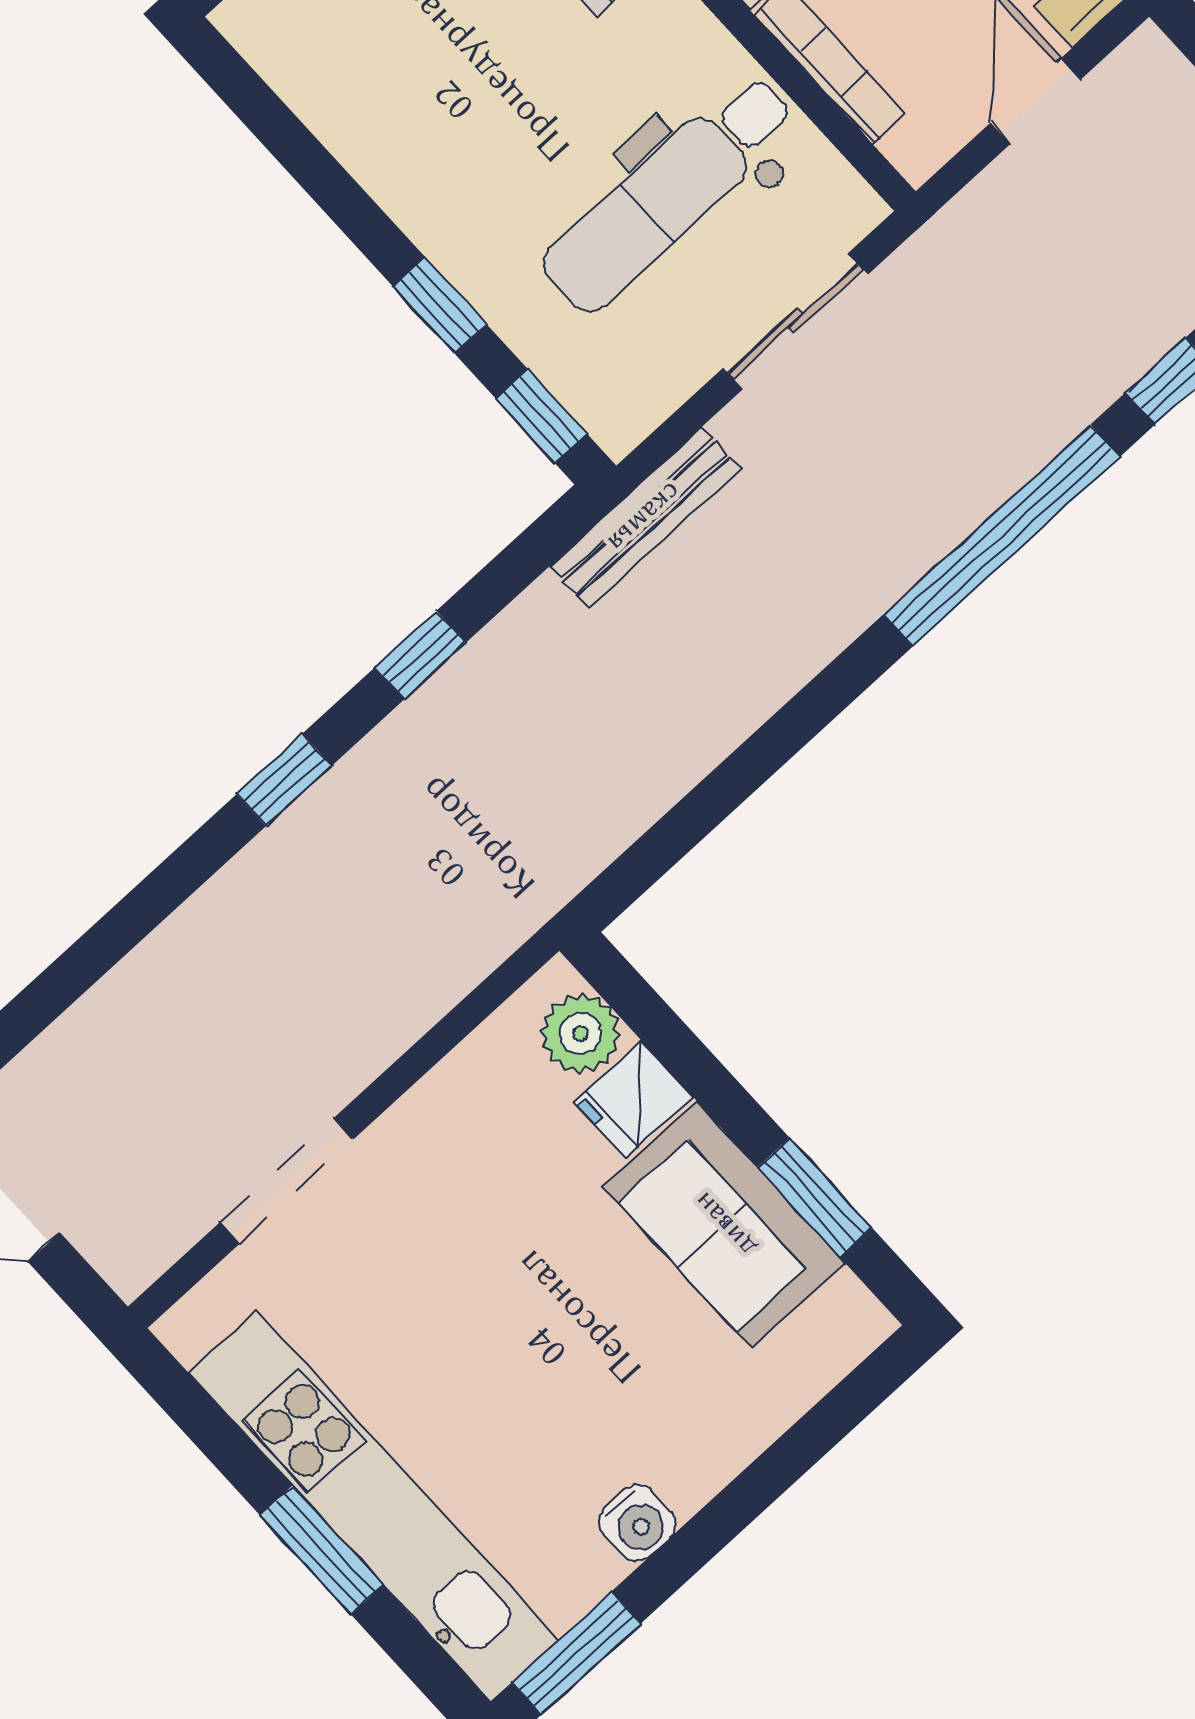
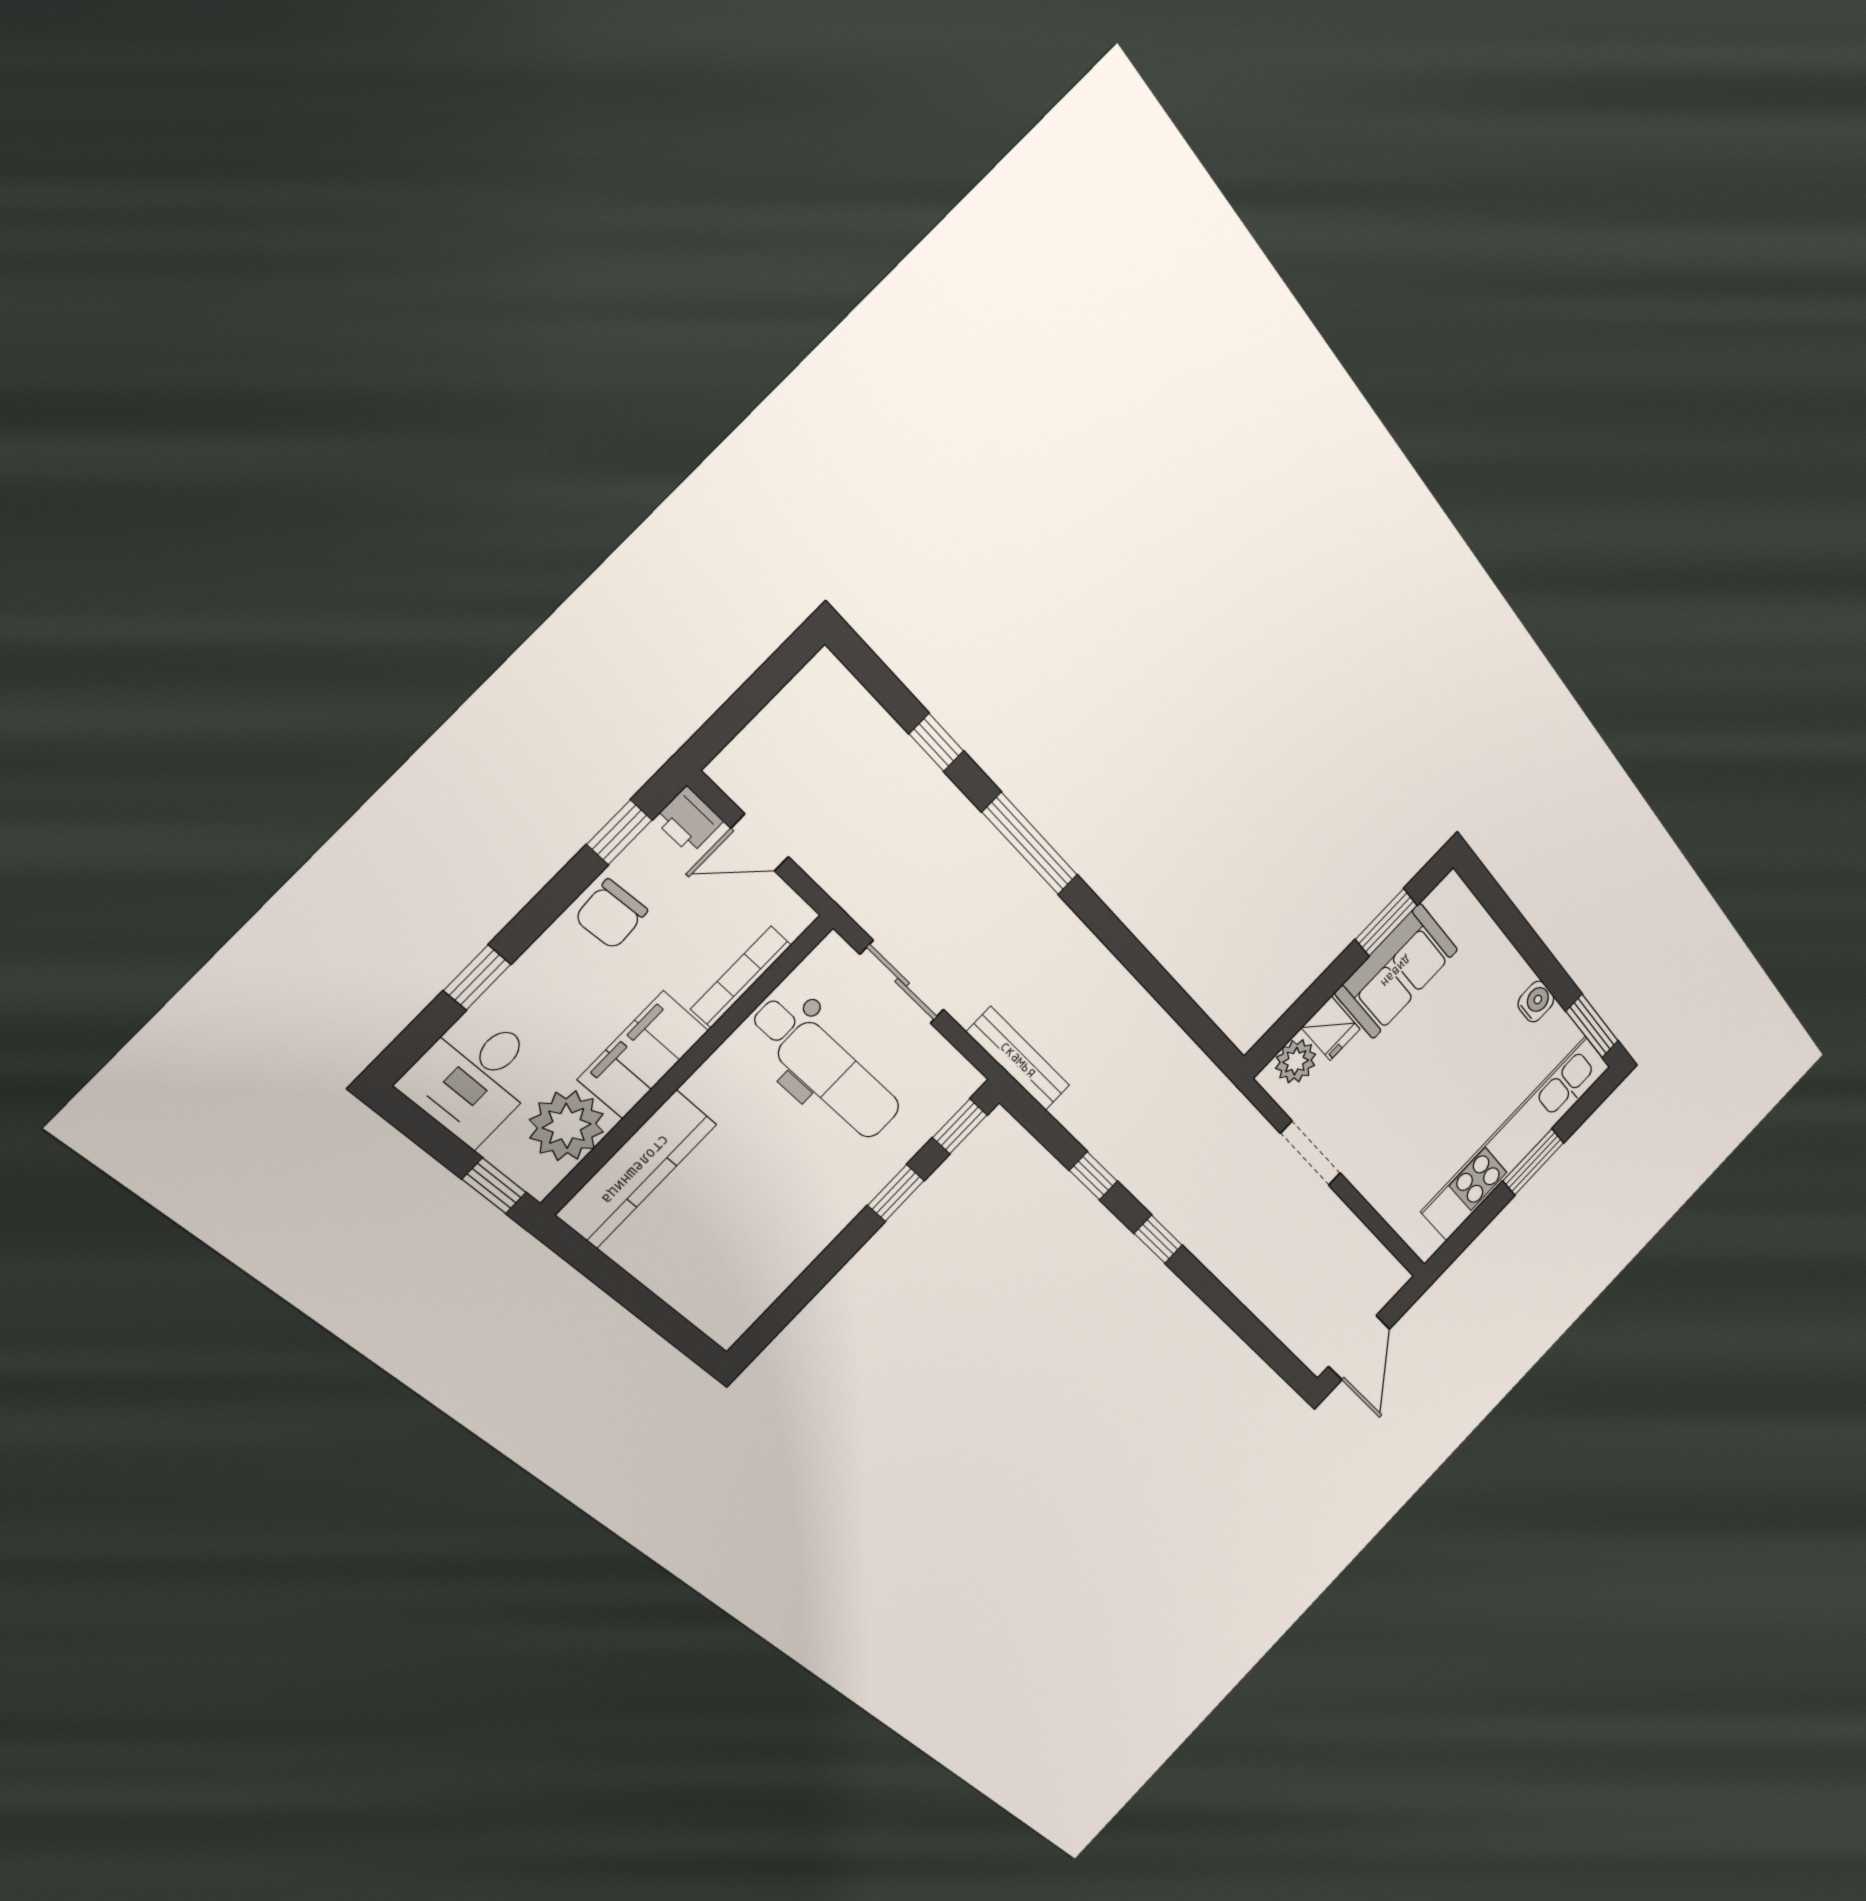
window: (1002, 536) -> (1030, 844), width x0.68
doorway: (287, 1181) -> (1311, 1153), moved

